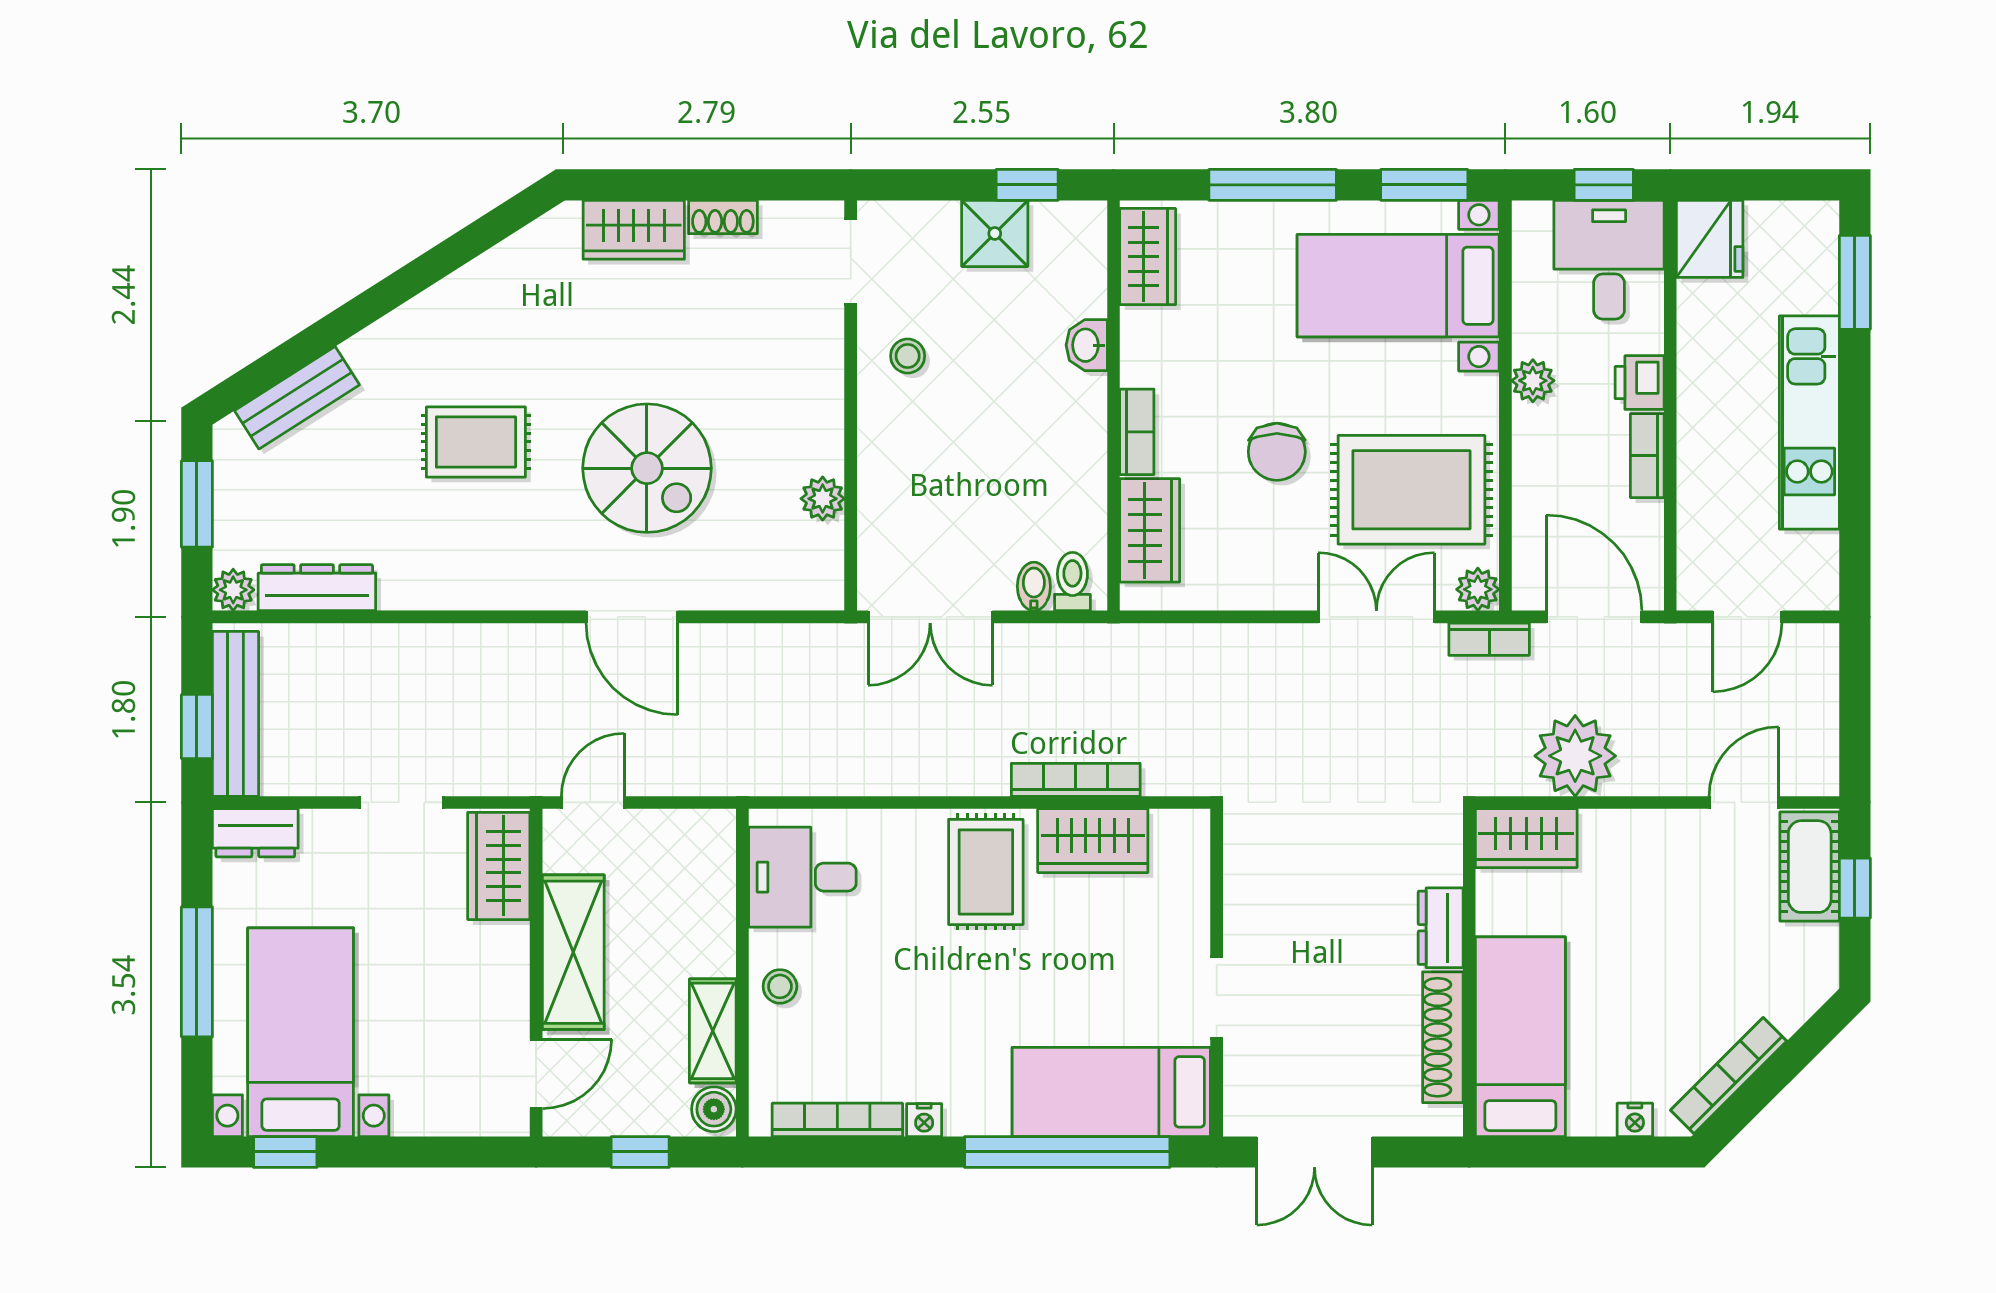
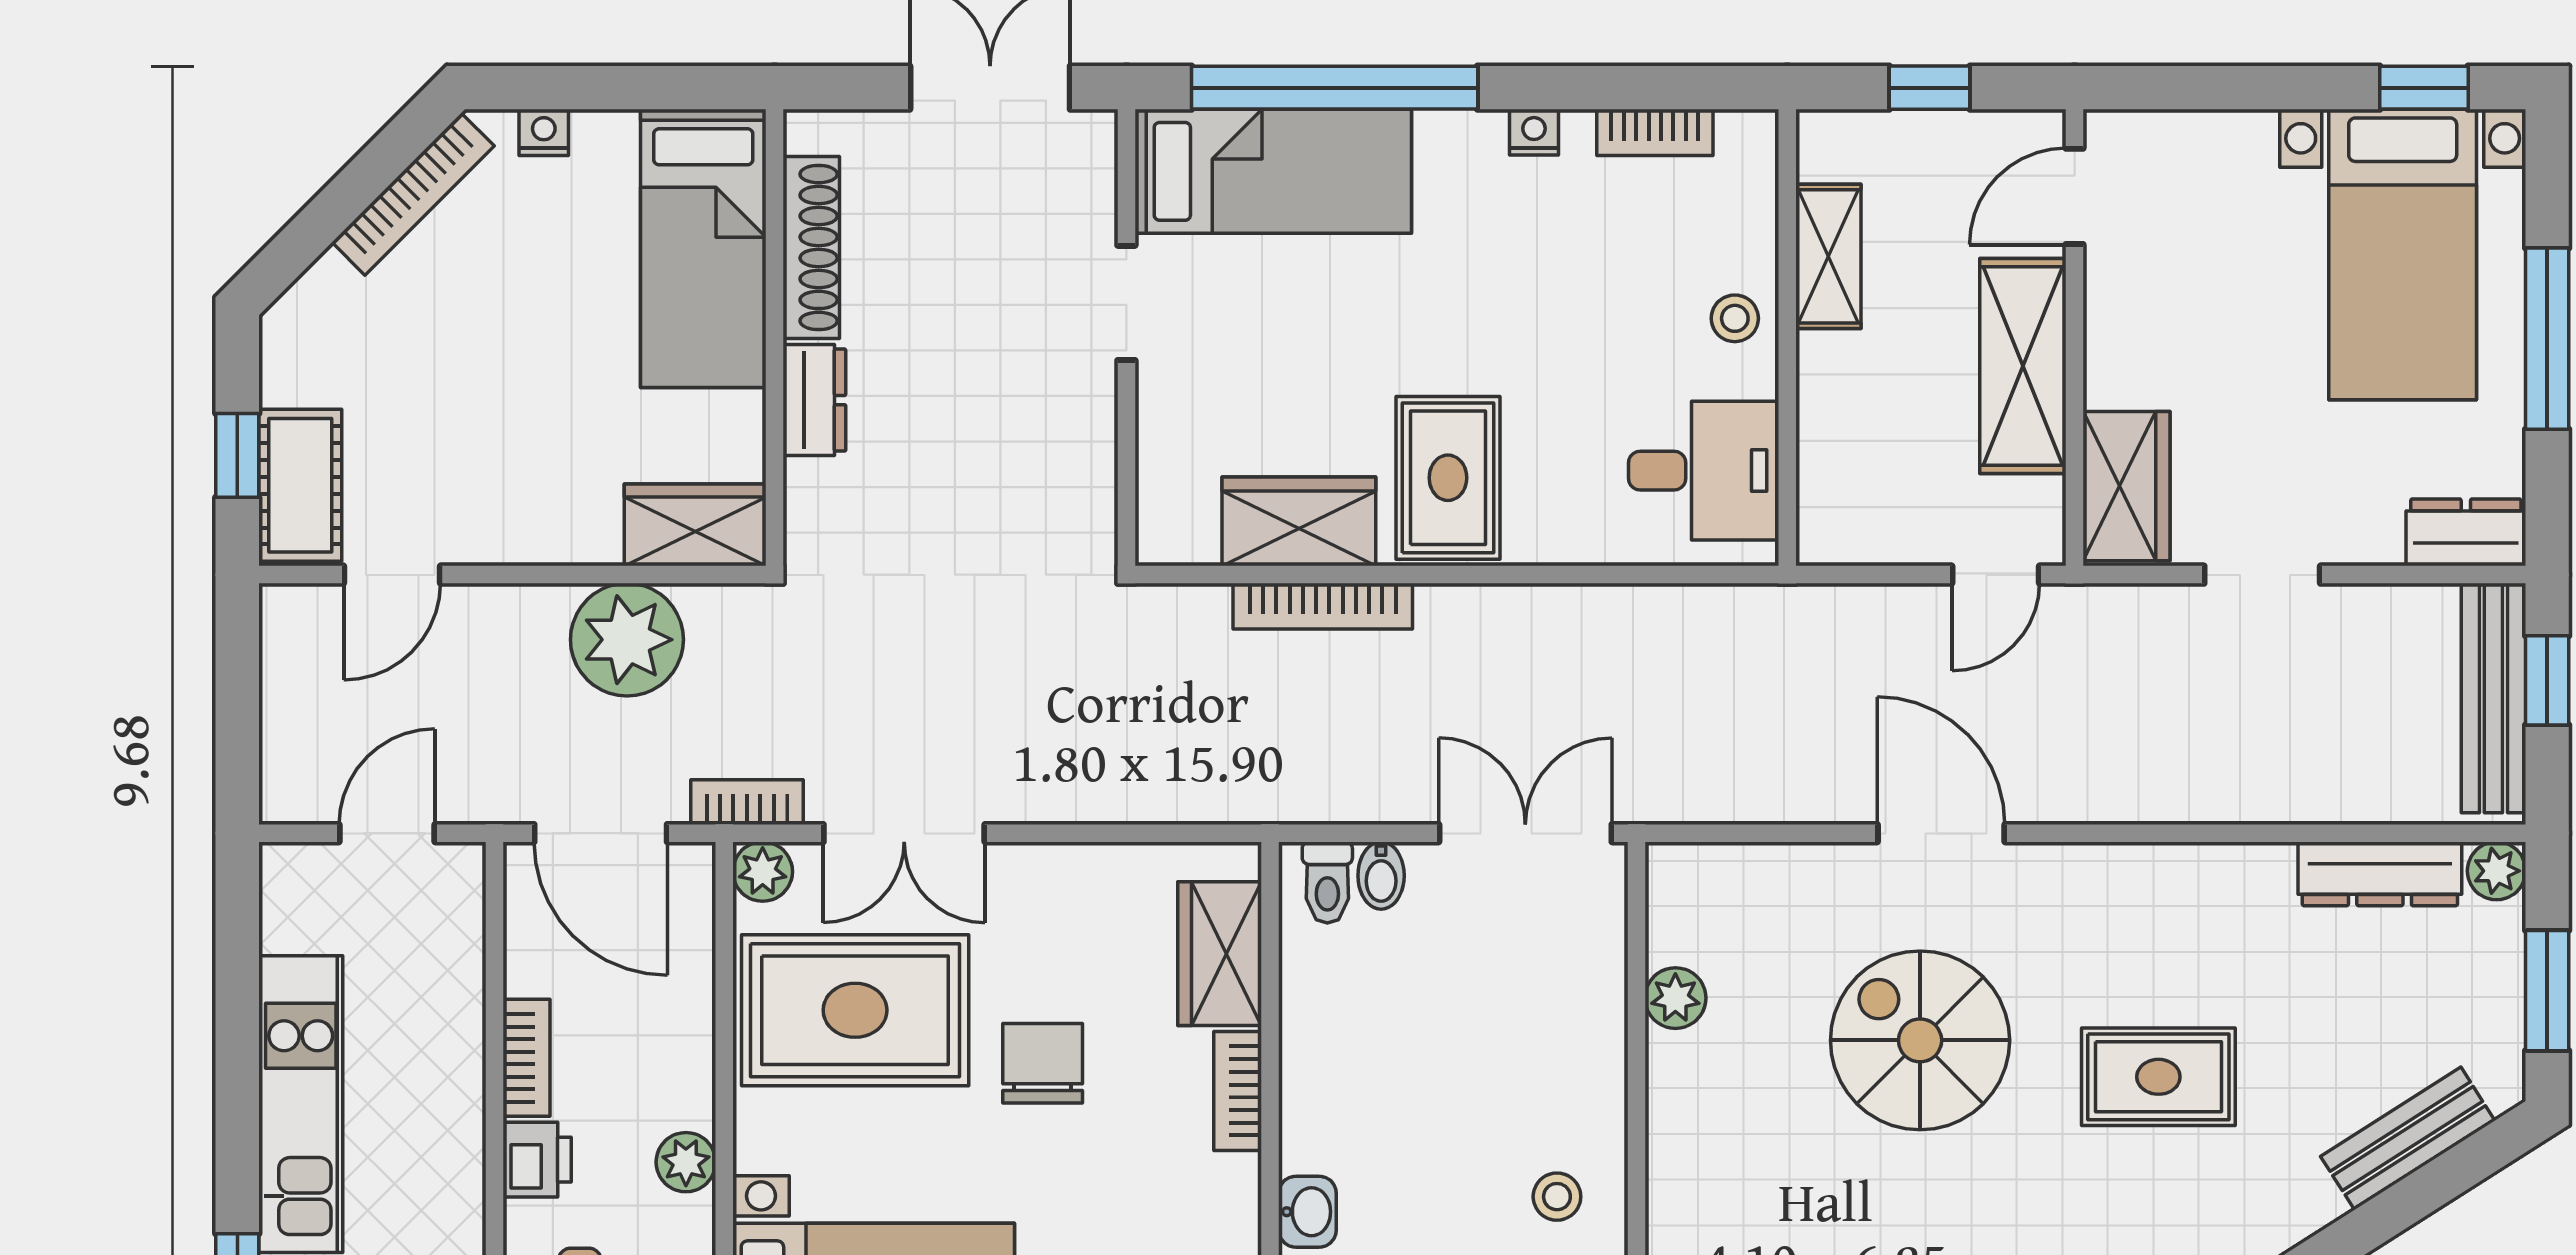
boiler: (714, 1109) -> (1827, 147), removed
bookcase: (837, 1120) -> (1655, 132), width x0.64

